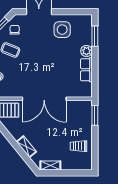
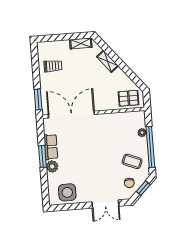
side table: (62, 30) -> (67, 192), moved
window: (95, 36) -> (42, 156), moved
double door: (44, 99) -> (71, 115), moved

